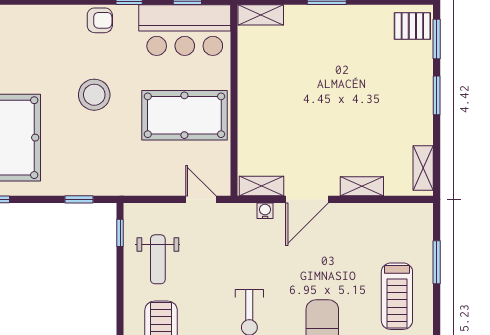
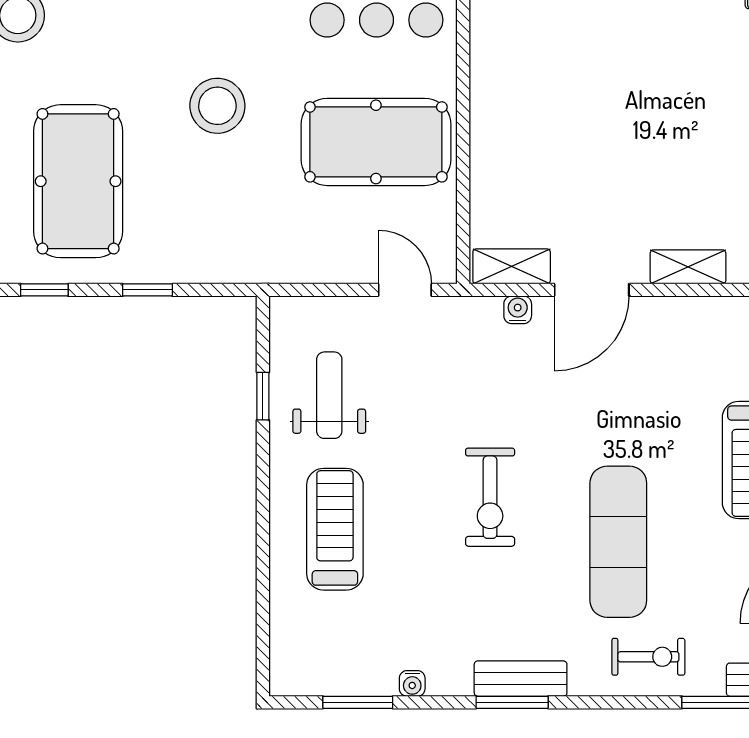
window: (79, 199) -> (147, 290), moved
window: (120, 233) -> (263, 396), moved
weight bench: (158, 259) -> (329, 395), turned 180

